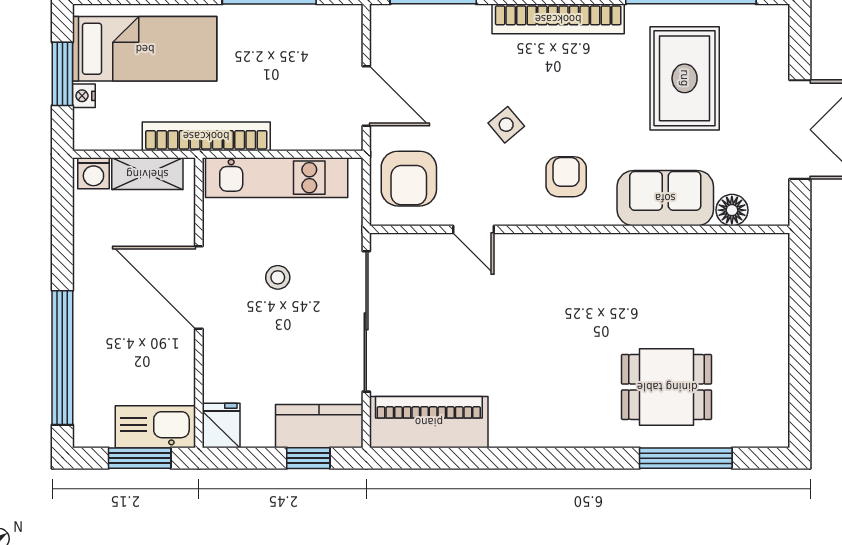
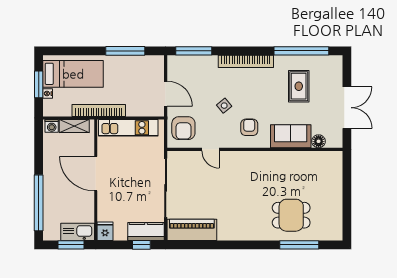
rug: (685, 78) -> (299, 86), width x0.73, depth x0.70
stool: (278, 277) -> (129, 169), removed

